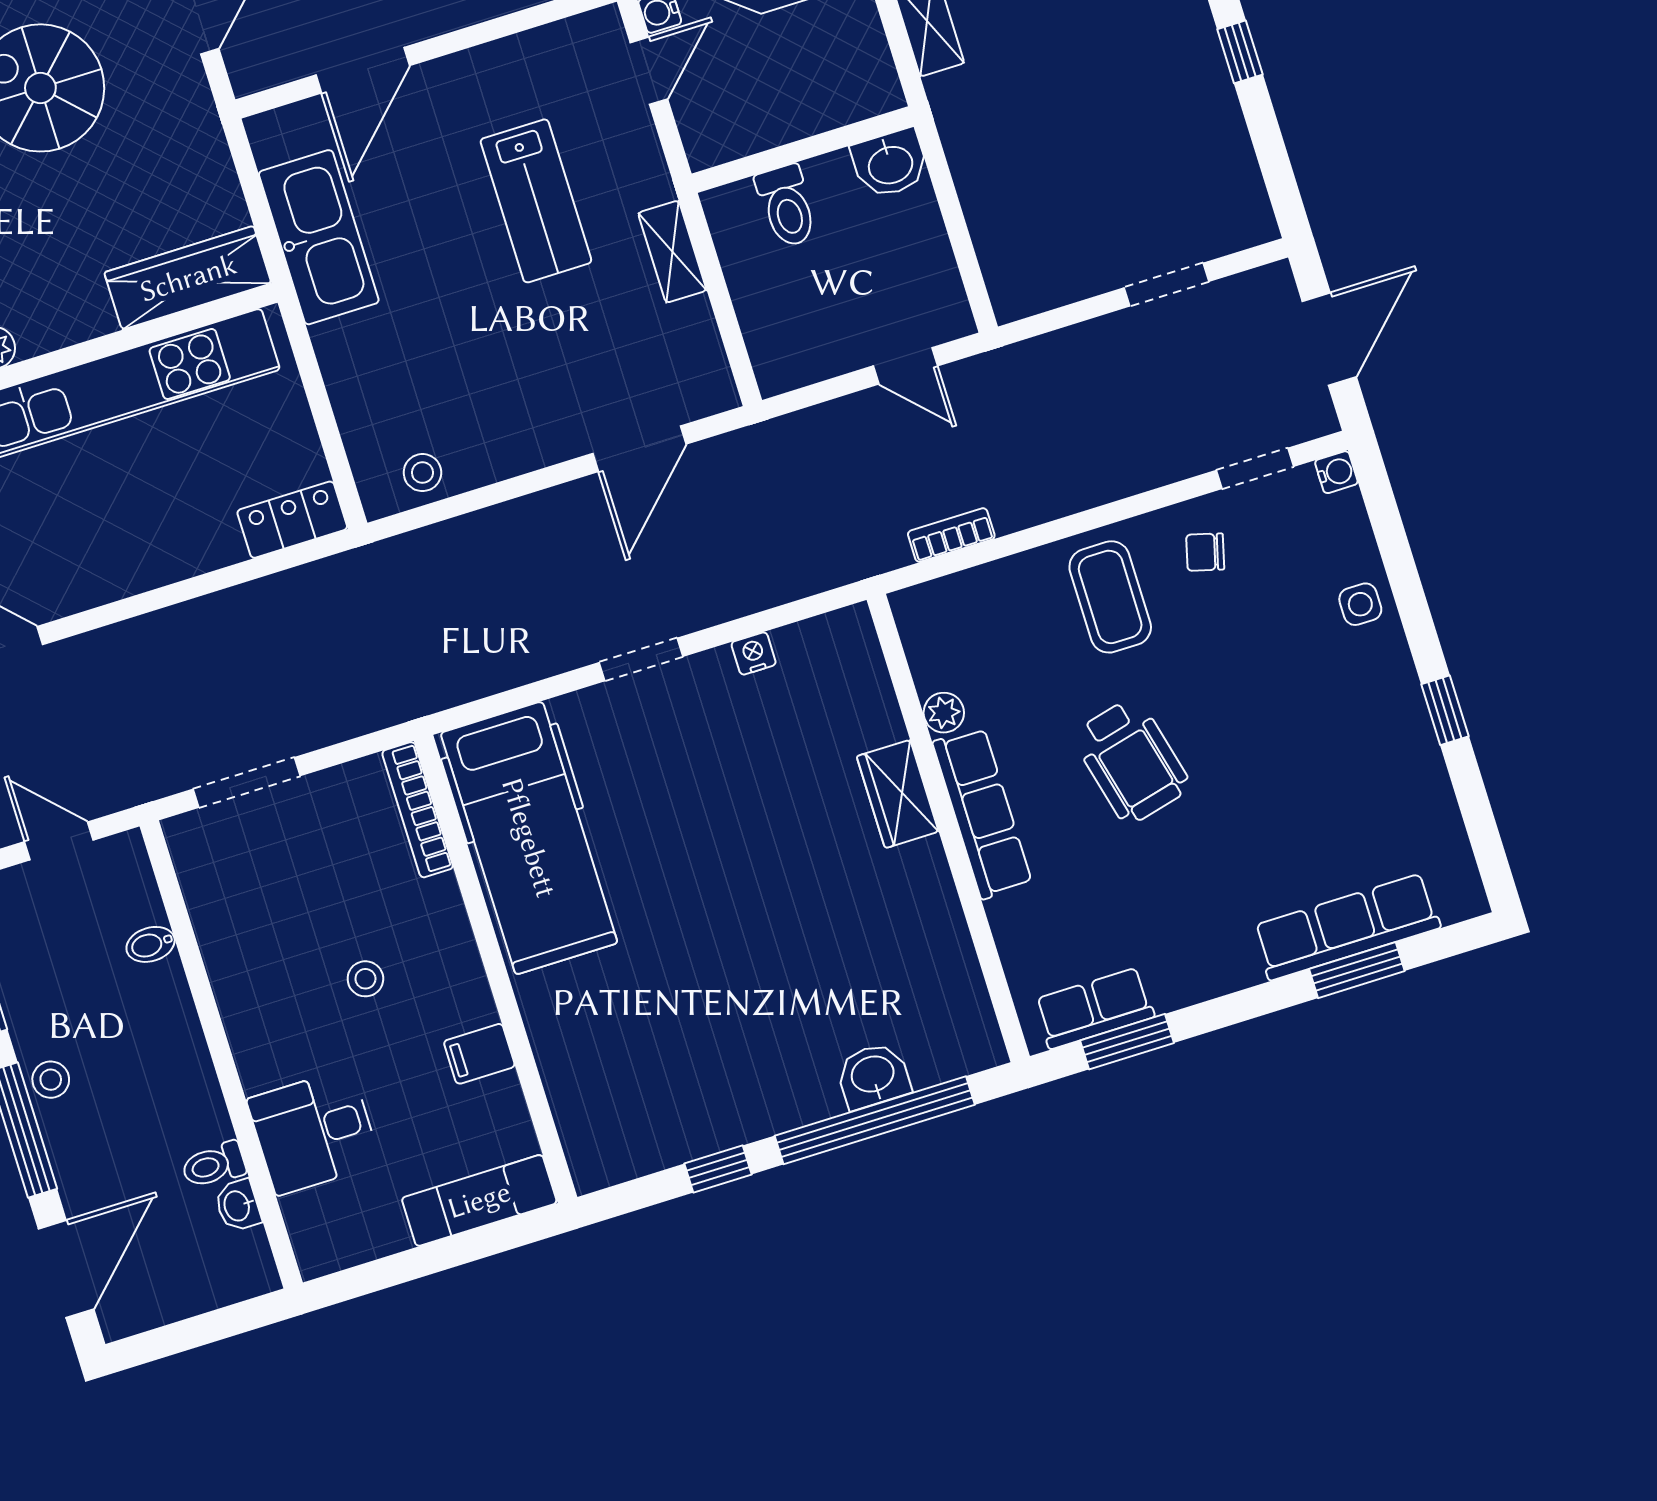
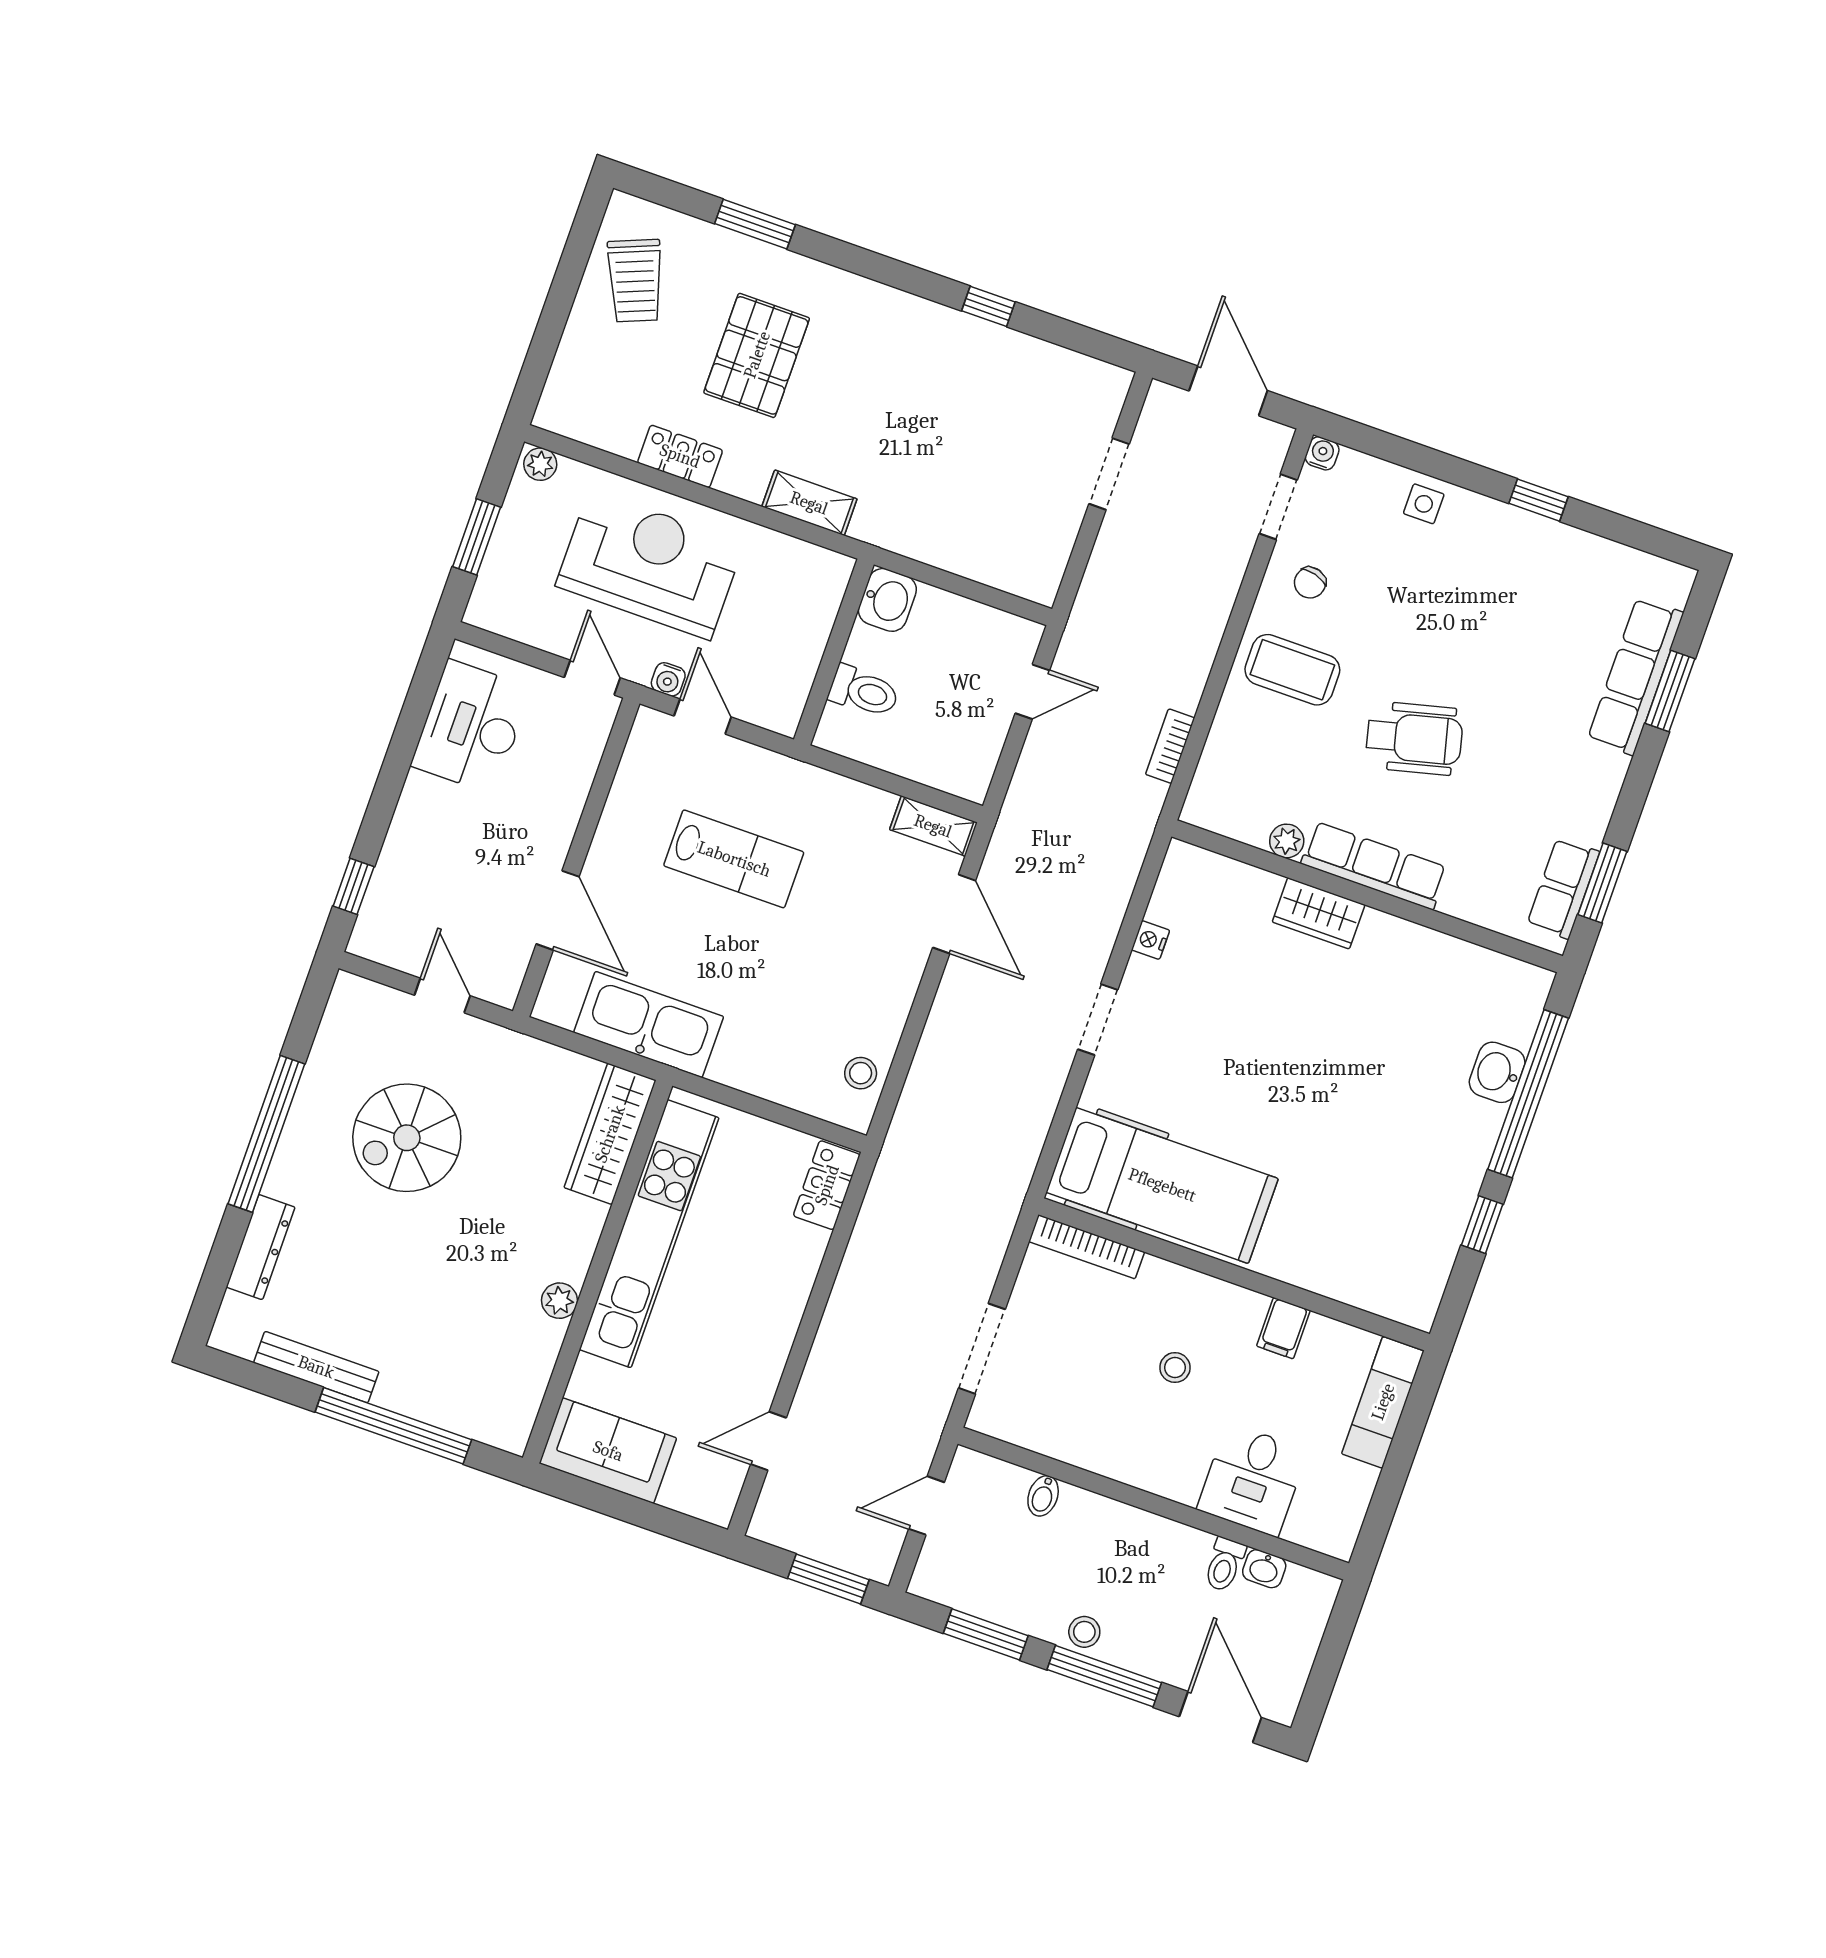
shelving: (672, 252) -> (933, 826), moved

